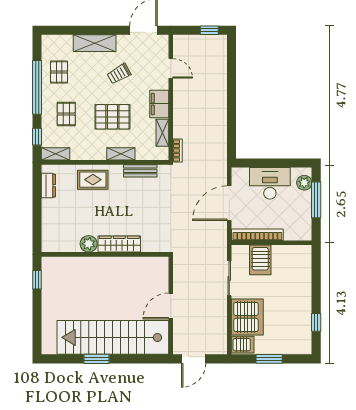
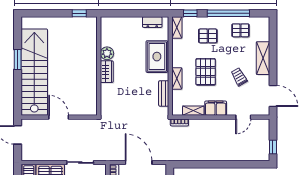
rug: (93, 180) -> (157, 57), width x1.36, depth x1.43
wardrobe: (119, 244) -> (107, 72), width x0.67

